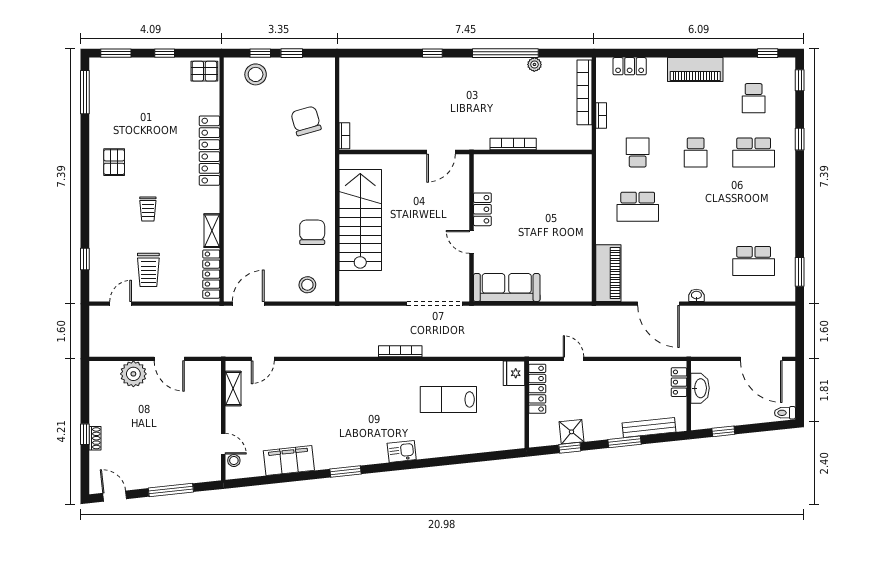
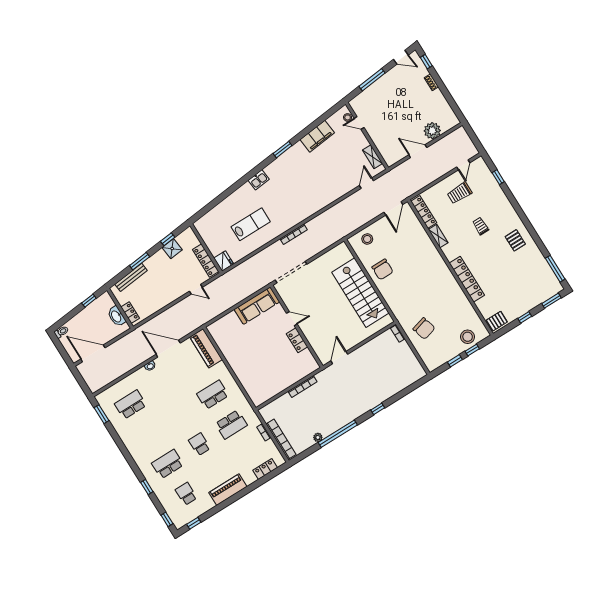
school desk: (638, 152) -> (231, 424), width x1.85
trolley: (148, 270) -> (460, 193), turned -90
window: (85, 434) -> (426, 62), moved

